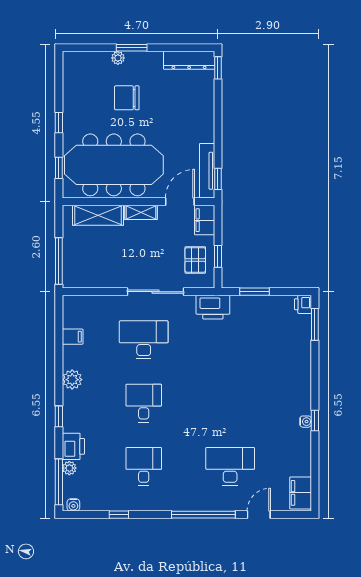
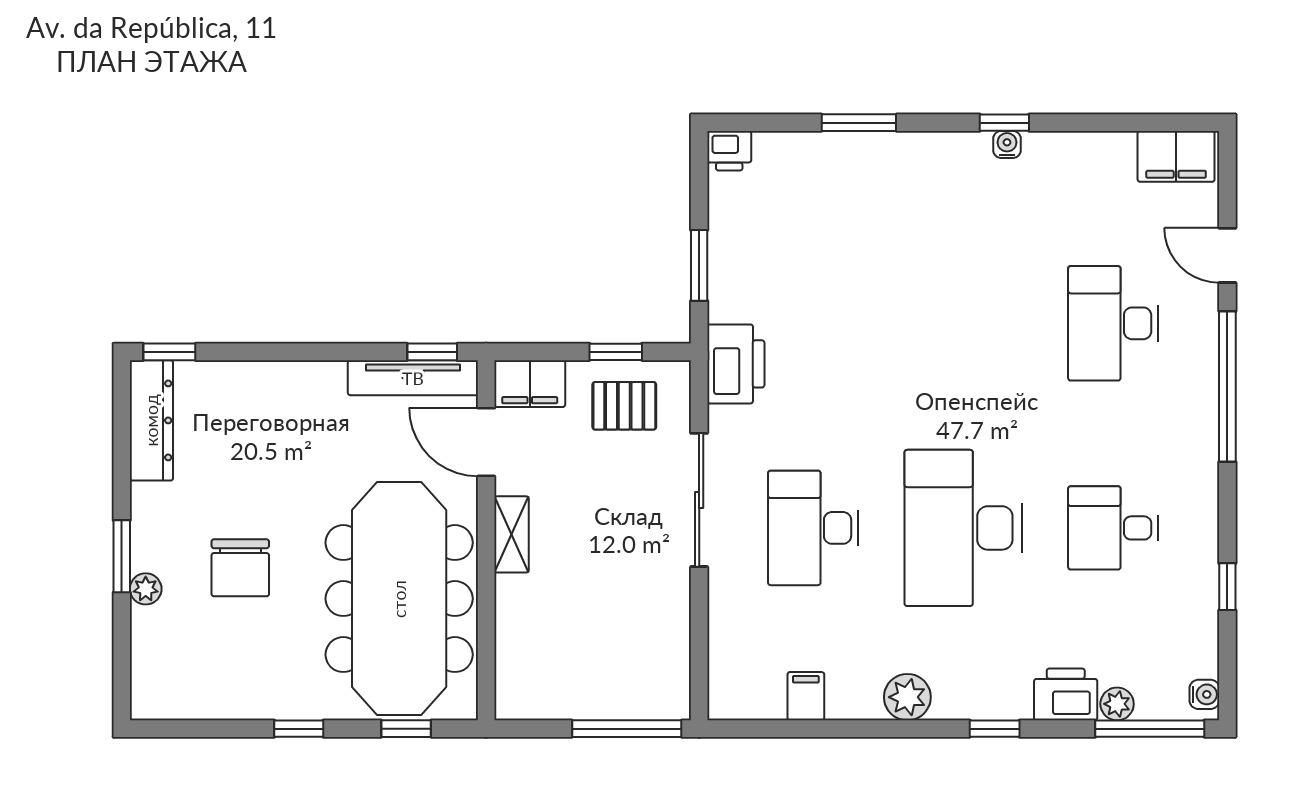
shelving: (98, 215) -> (518, 636), removed
window: (315, 324) -> (859, 123), moved
desk: (144, 403) -> (963, 528), width x1.87, depth x1.30

